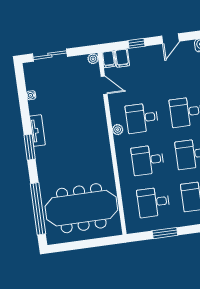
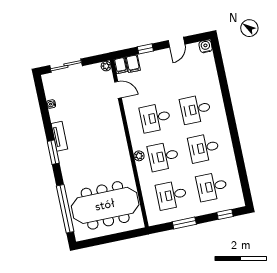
plant: (118, 130) -> (139, 156), moved

